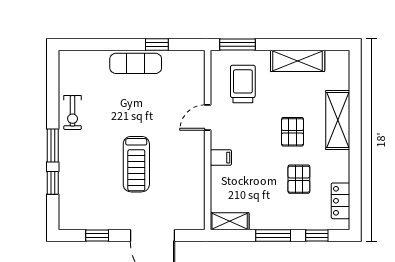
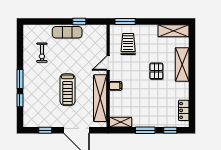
shelving: (298, 61) -> (173, 31), moved
exercise bike: (73, 113) -> (42, 53), moved
shelving: (194, 179) -> (100, 98), added
pallet: (299, 179) -> (160, 98), removed

